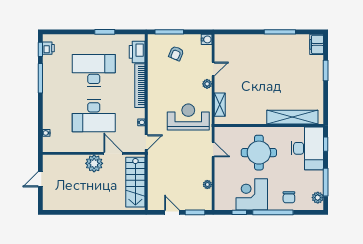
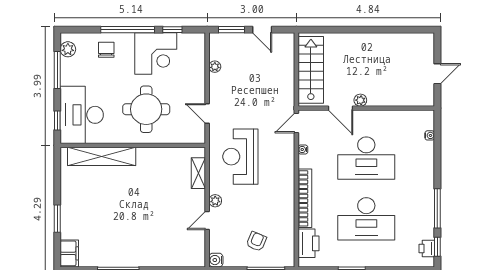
desk: (94, 116) -> (366, 158), turned 180
reception desk: (188, 117) -> (240, 157), turned 90
plant: (94, 163) -> (360, 100), width x0.53, depth x0.53

